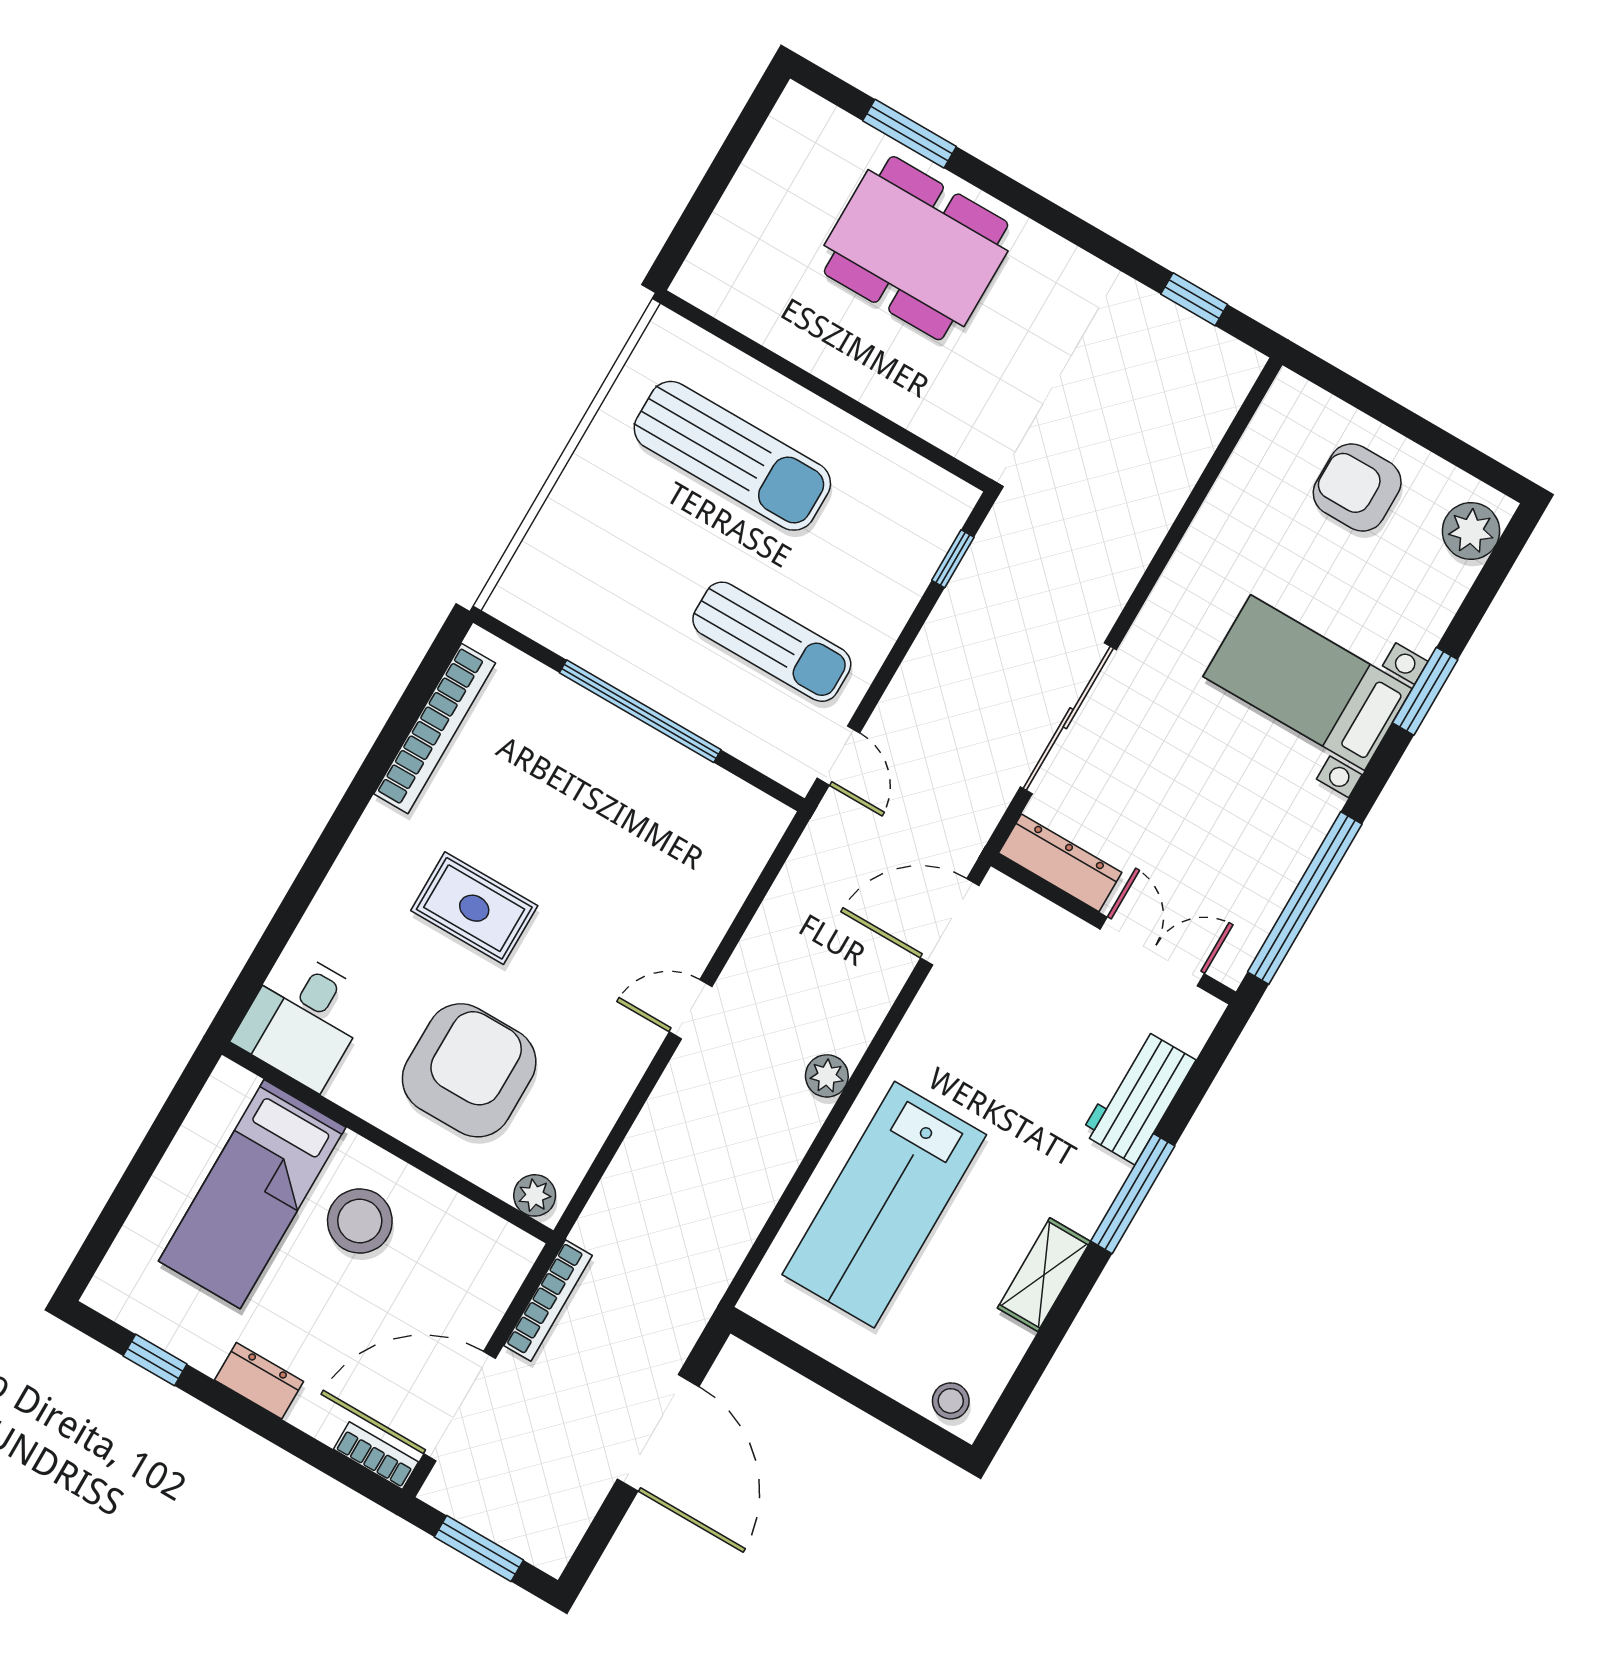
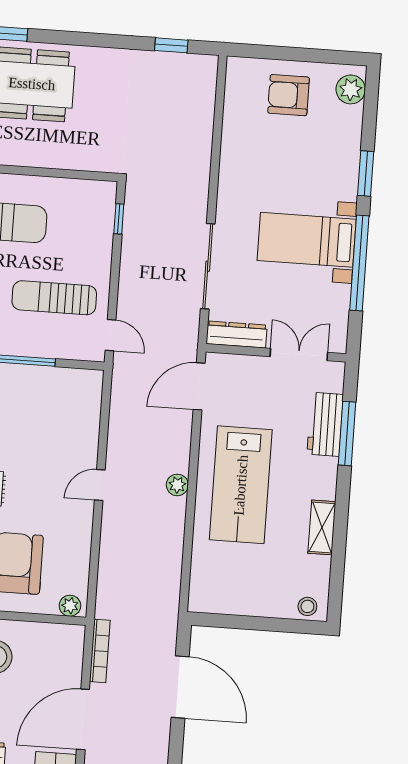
sun lounger: (772, 642) -> (54, 298), turned 180
bed with nightstands: (1308, 683) -> (307, 240), moved
window: (1305, 898) -> (359, 263), moved
window: (1133, 1194) -> (347, 434), moved
lab bench: (884, 1205) -> (241, 485), moved

